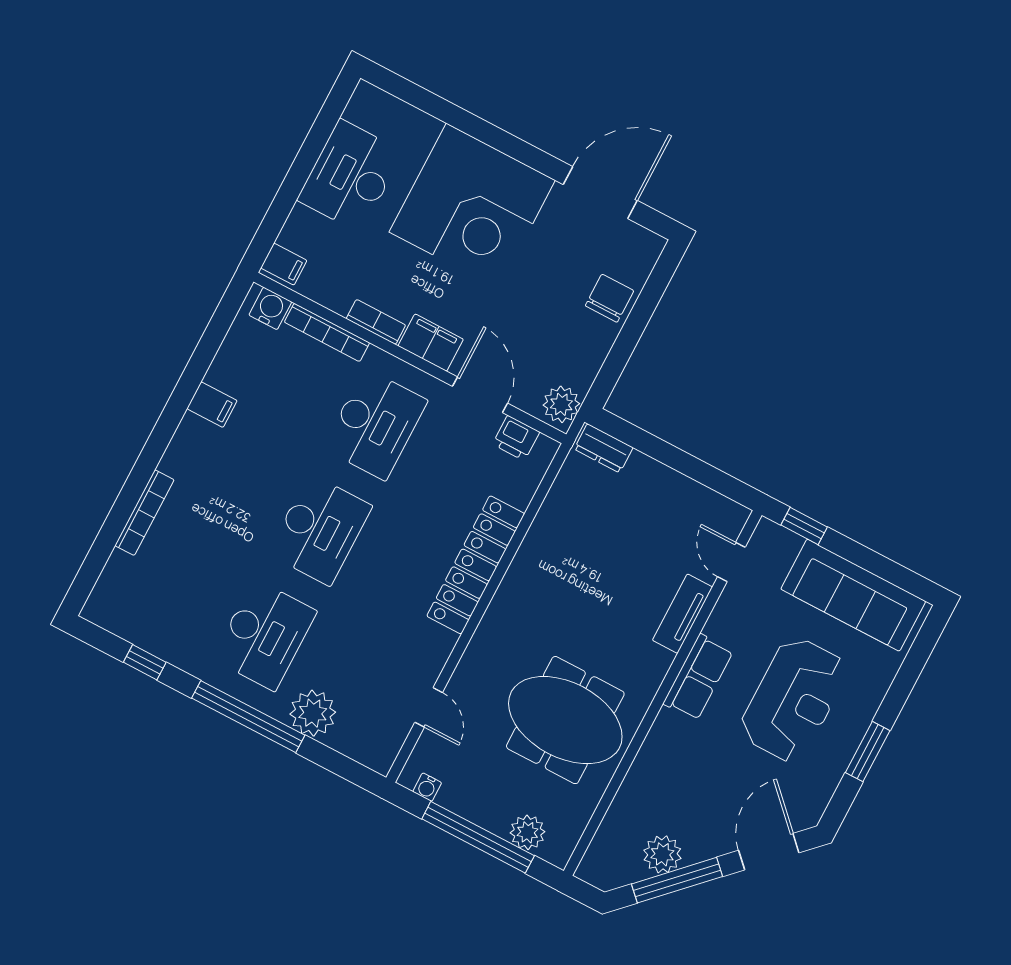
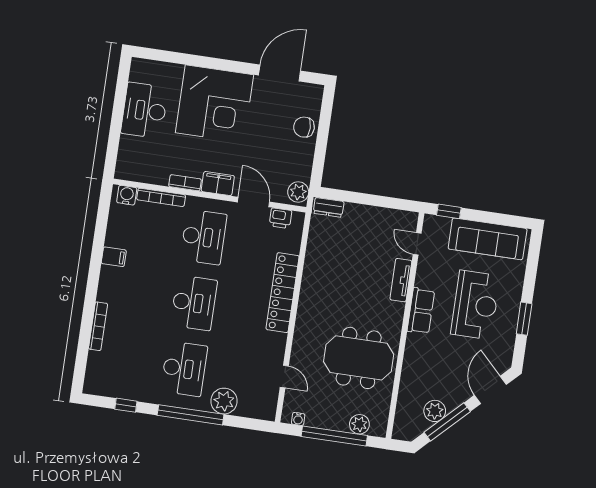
filing cabinet: (284, 264) -> (126, 169), removed
chair: (609, 298) -> (304, 127), turned -90

